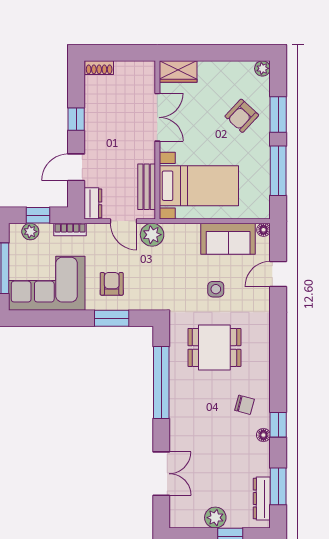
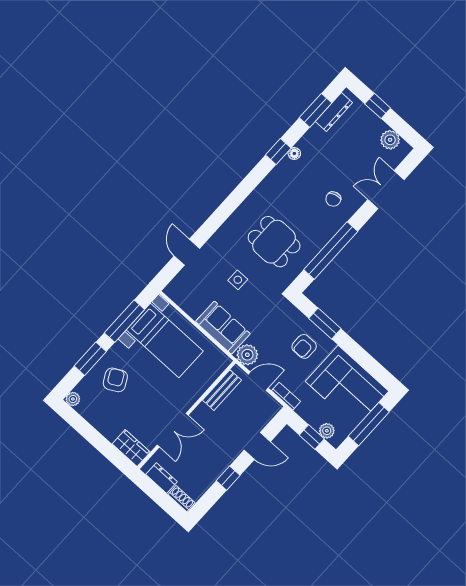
armchair: (242, 116) -> (115, 380), turned -71
double door: (157, 117) -> (173, 430), swing flipped
bed with nightstands: (199, 186) -> (165, 341), moved, turned 180
dresser: (93, 203) -> (162, 478), moved, turned 90
door: (124, 221) -> (258, 381), hinge flipped
bookcase: (70, 230) -> (286, 396), moved
floor lamp: (263, 230) -> (170, 291), removed
sofa: (228, 239) -> (223, 328), moved
door: (278, 274) -> (187, 252), swing flipped
chair: (244, 405) -> (333, 199), moved, turned -122
plant: (215, 518) -> (390, 140), moved

